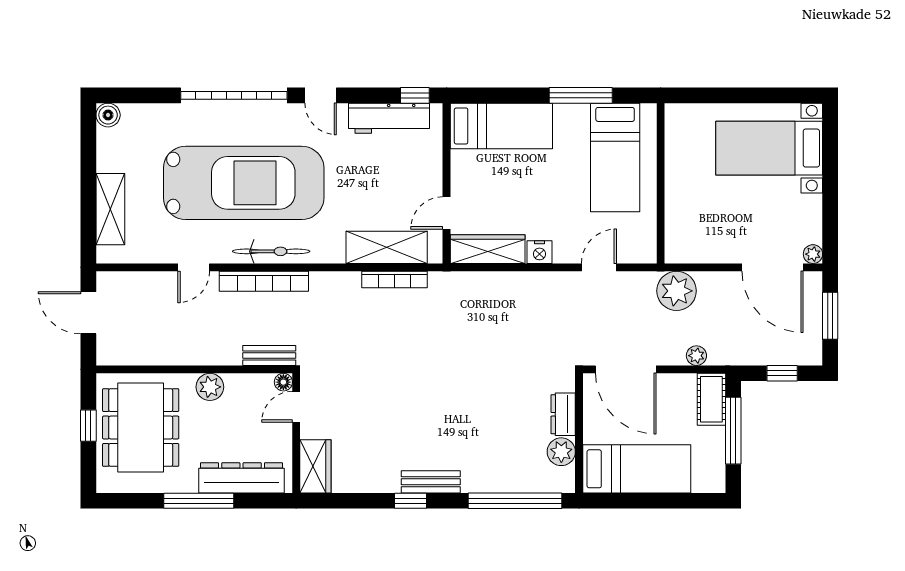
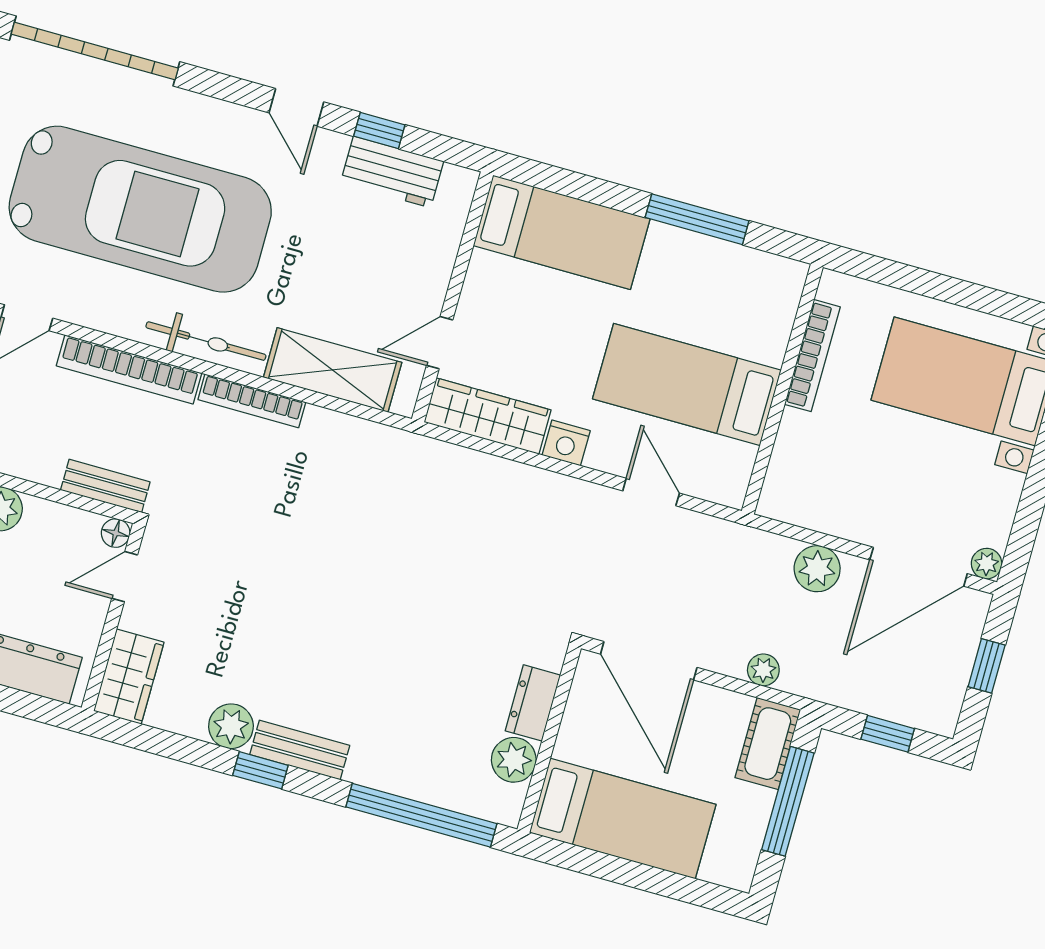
garage door: (234, 95) -> (95, 51), moved
window: (415, 95) -> (379, 130), moved
workbench: (389, 118) -> (392, 172), width x0.73
bed: (615, 157) -> (687, 384), moved, turned 90
bookcase: (673, 158) -> (812, 356), added
bicycle: (271, 251) -> (206, 341), moved
door: (599, 267) -> (651, 492), hinge flipped
door: (773, 267) -> (919, 567), hinge flipped
bookcase: (395, 280) -> (252, 401), moved
plant: (677, 291) -> (817, 569), moved, width x0.73, depth x0.73
window: (830, 316) -> (987, 666), width x0.67
plant: (385, 479) -> (231, 726), added

